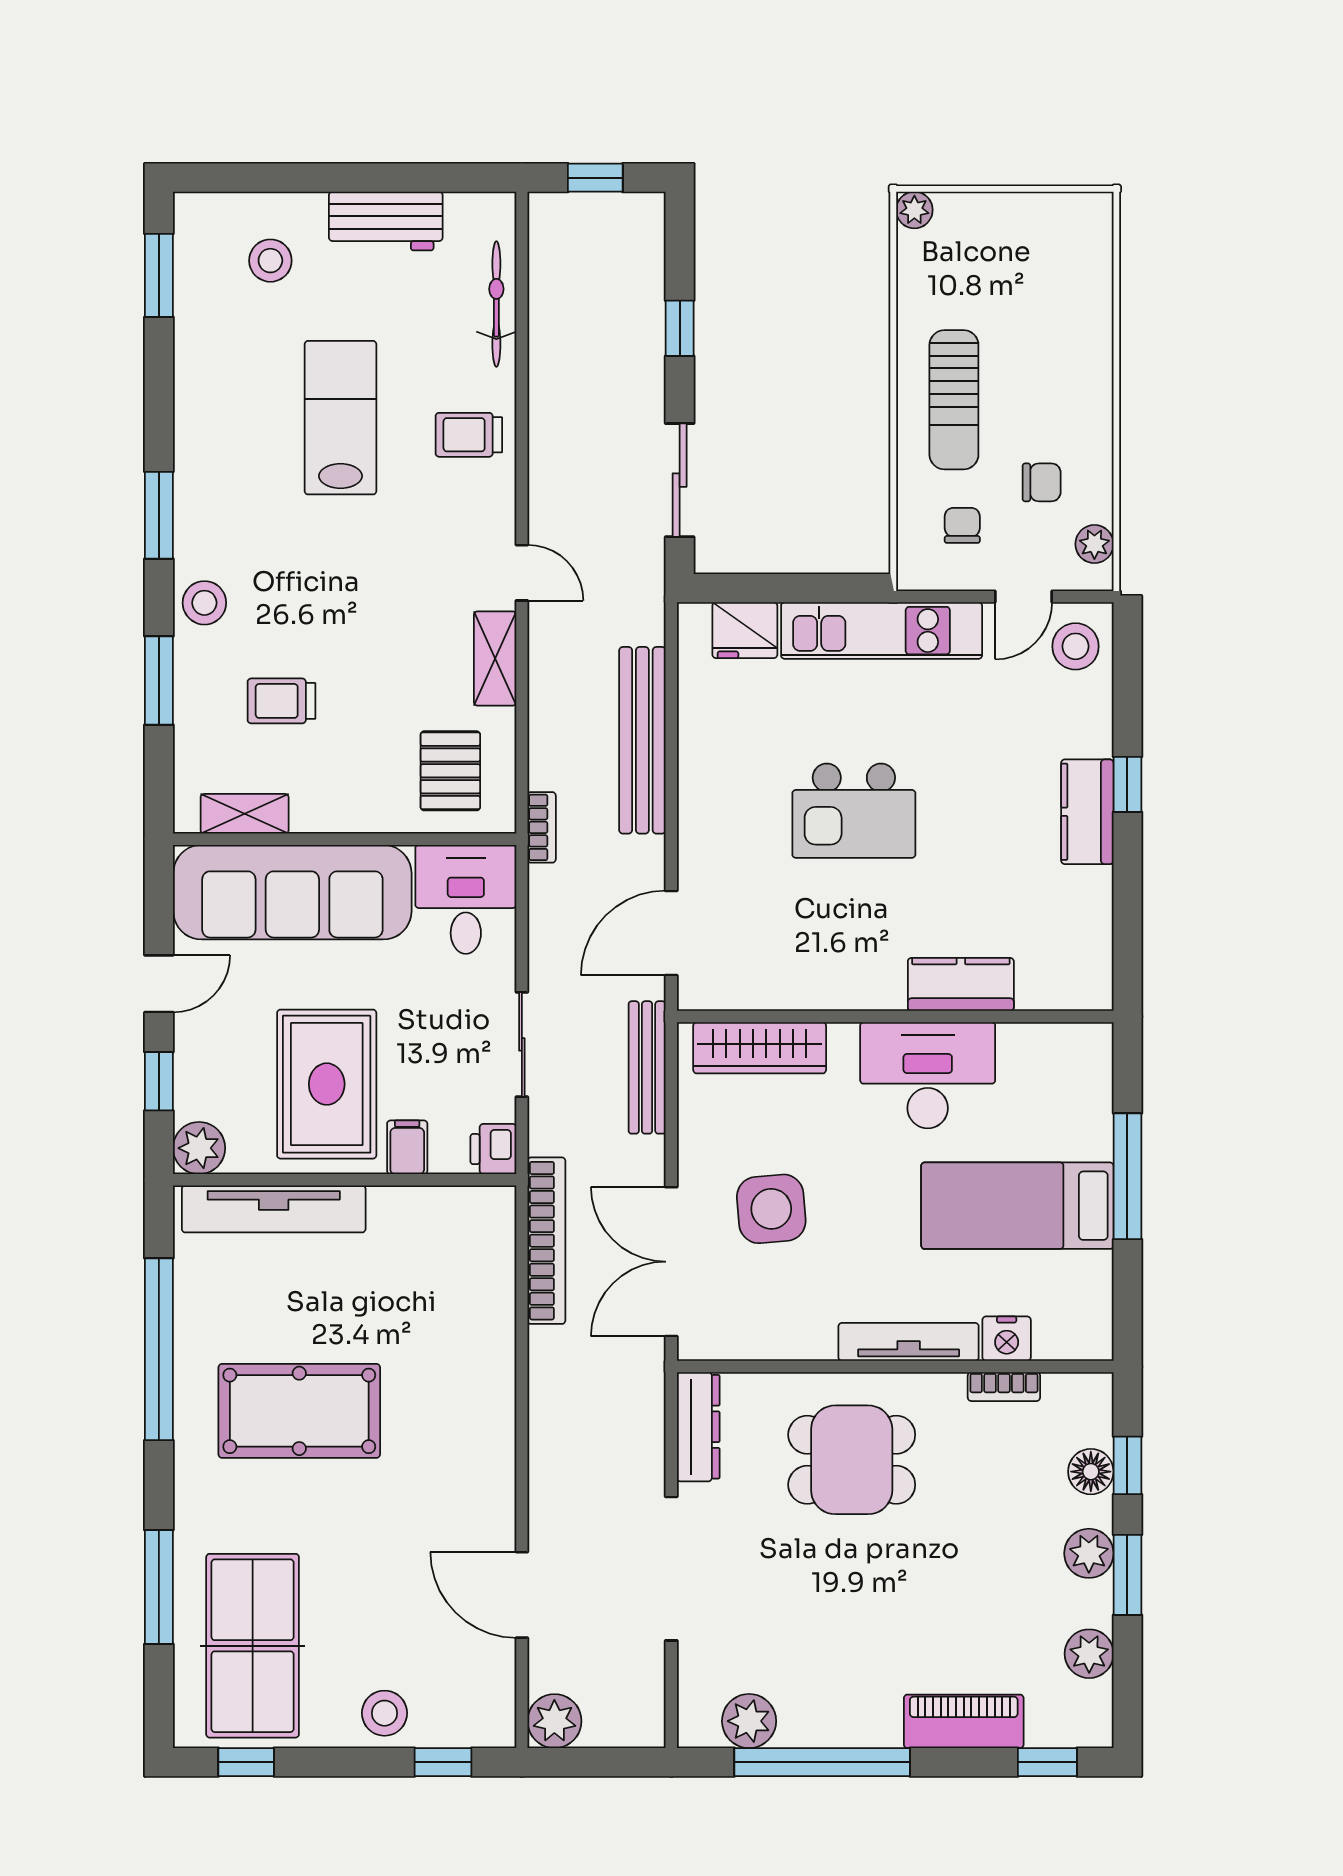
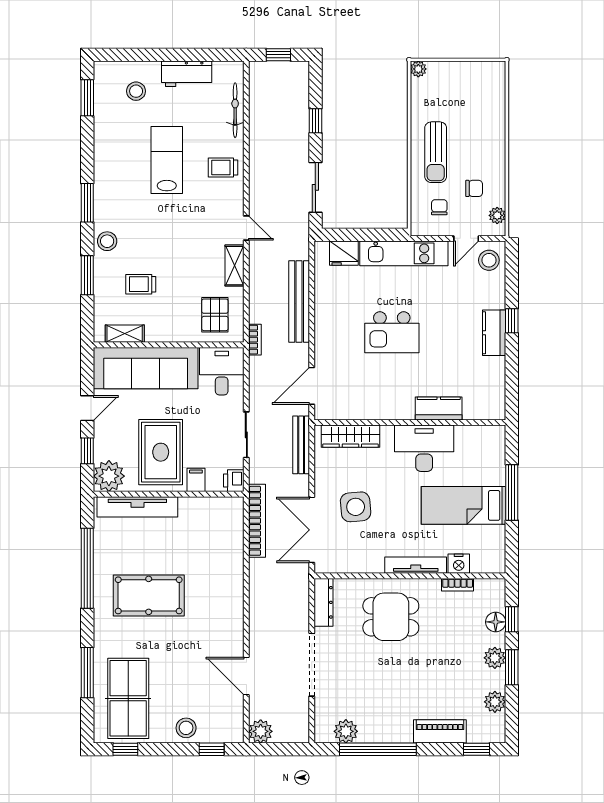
plant: (199, 1148) -> (109, 476), width x1.36, depth x1.36

